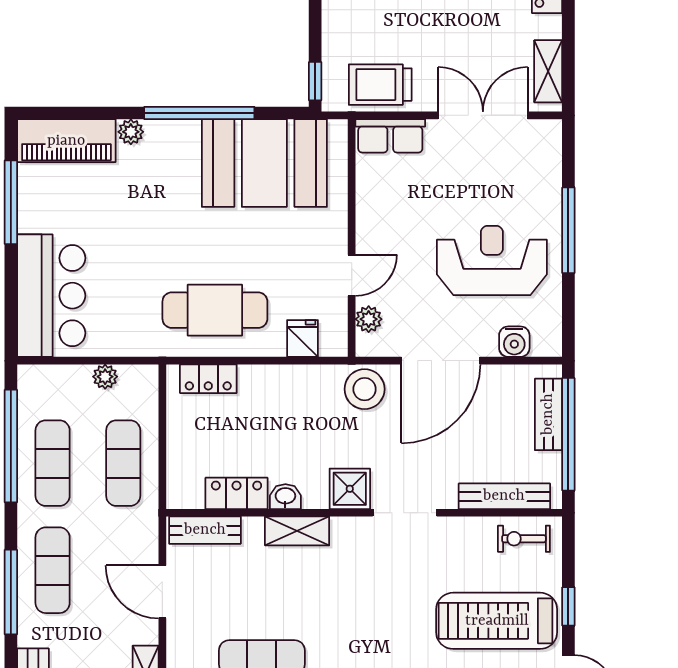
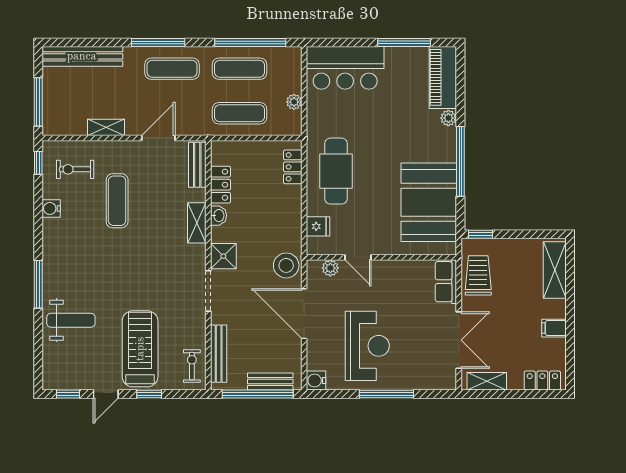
water cooler: (514, 342) -> (316, 380), moved

